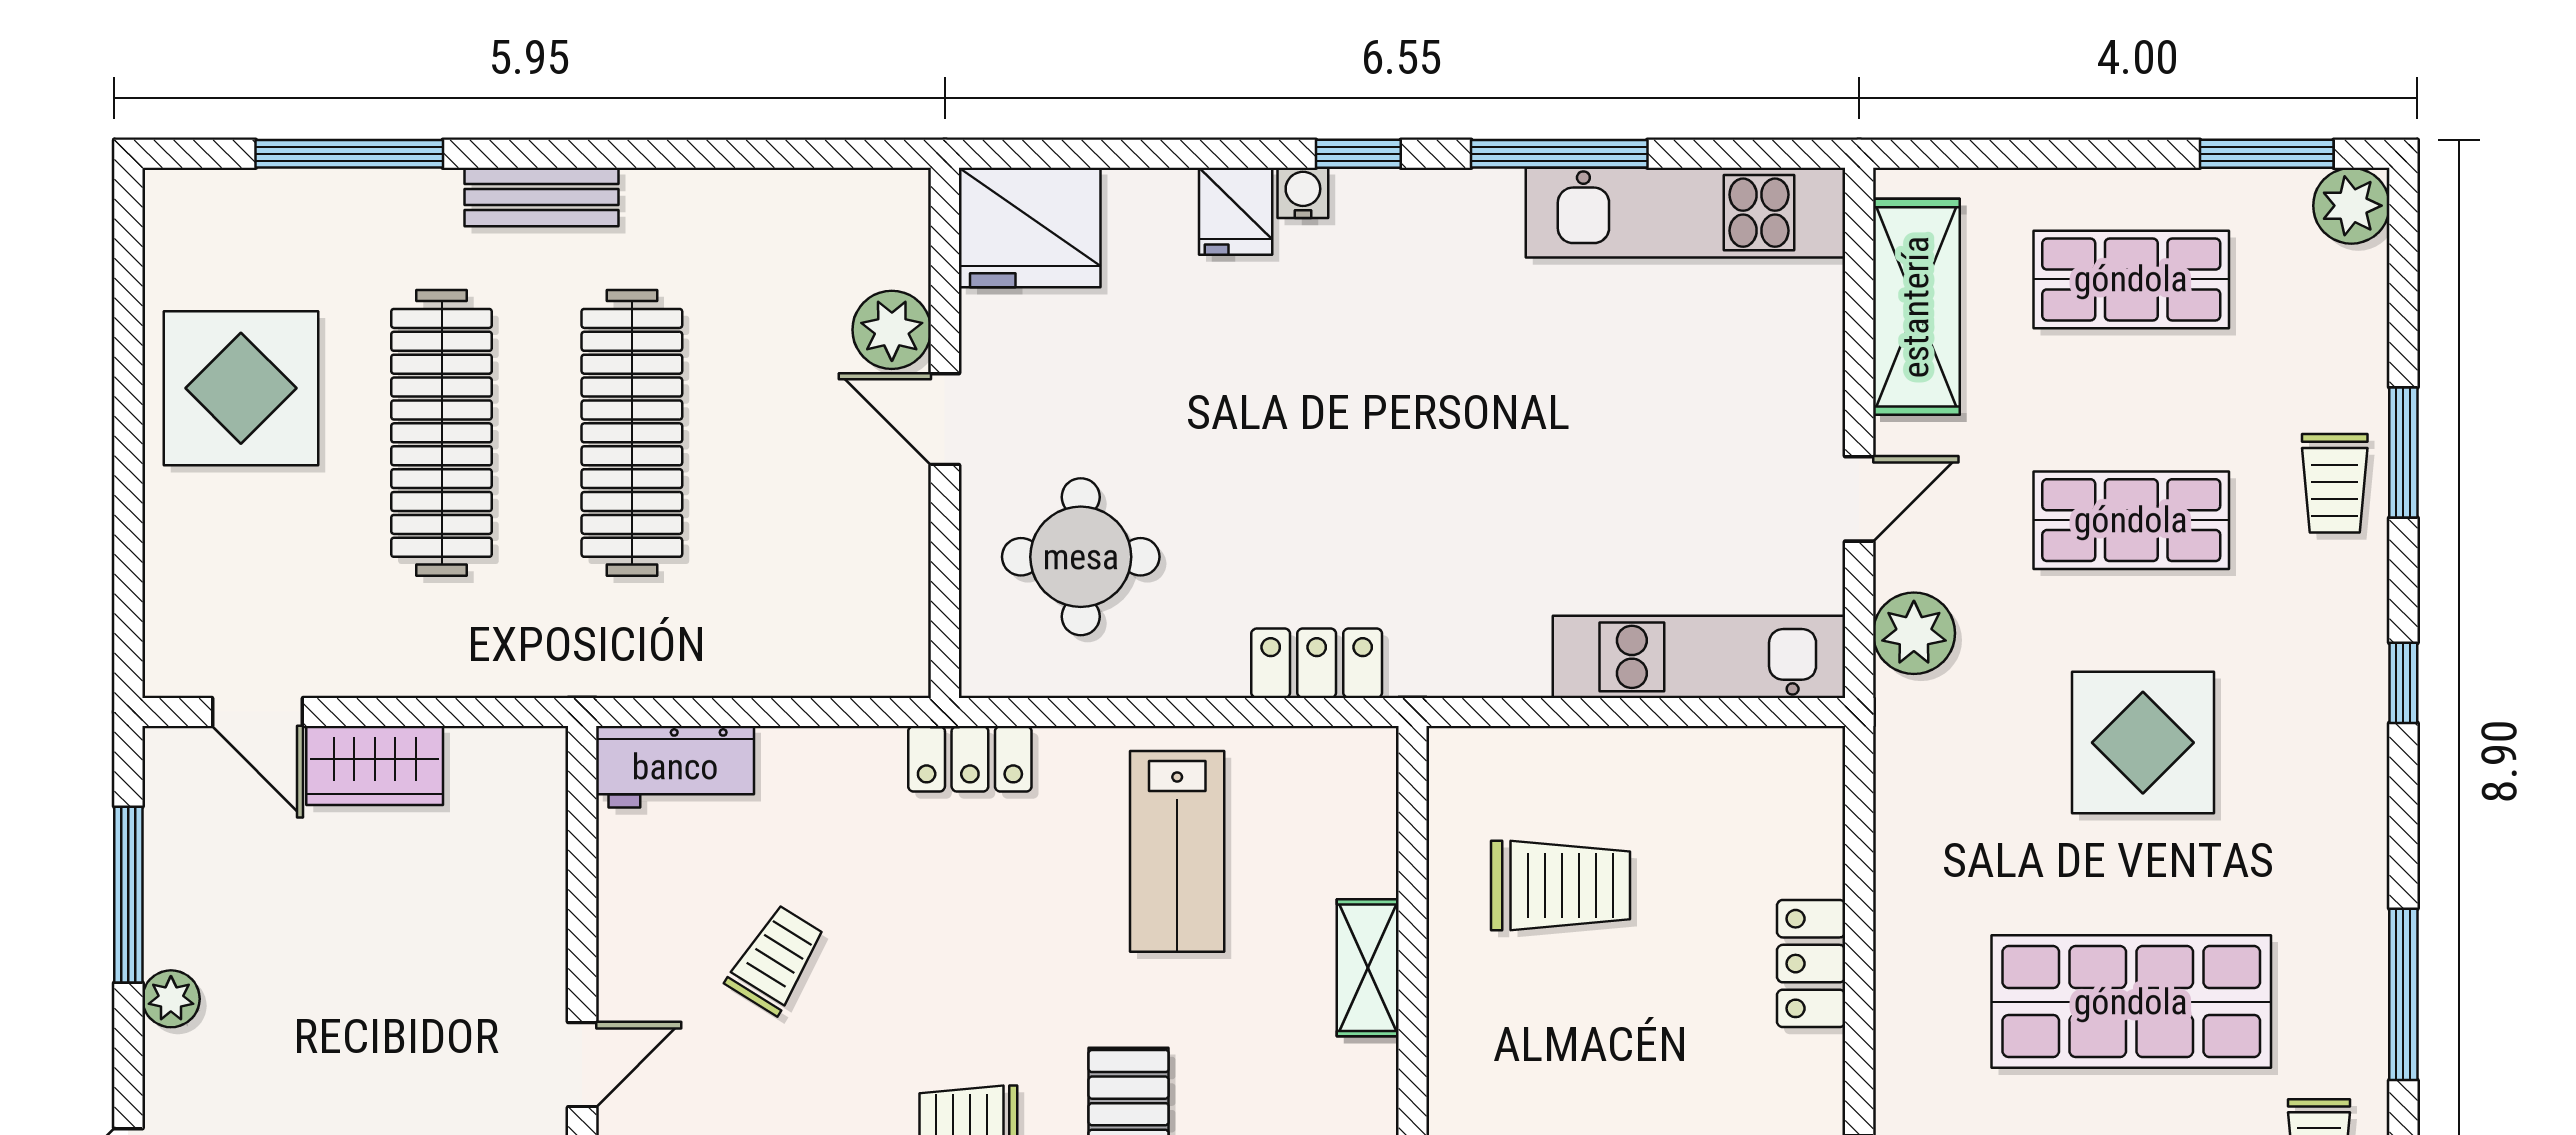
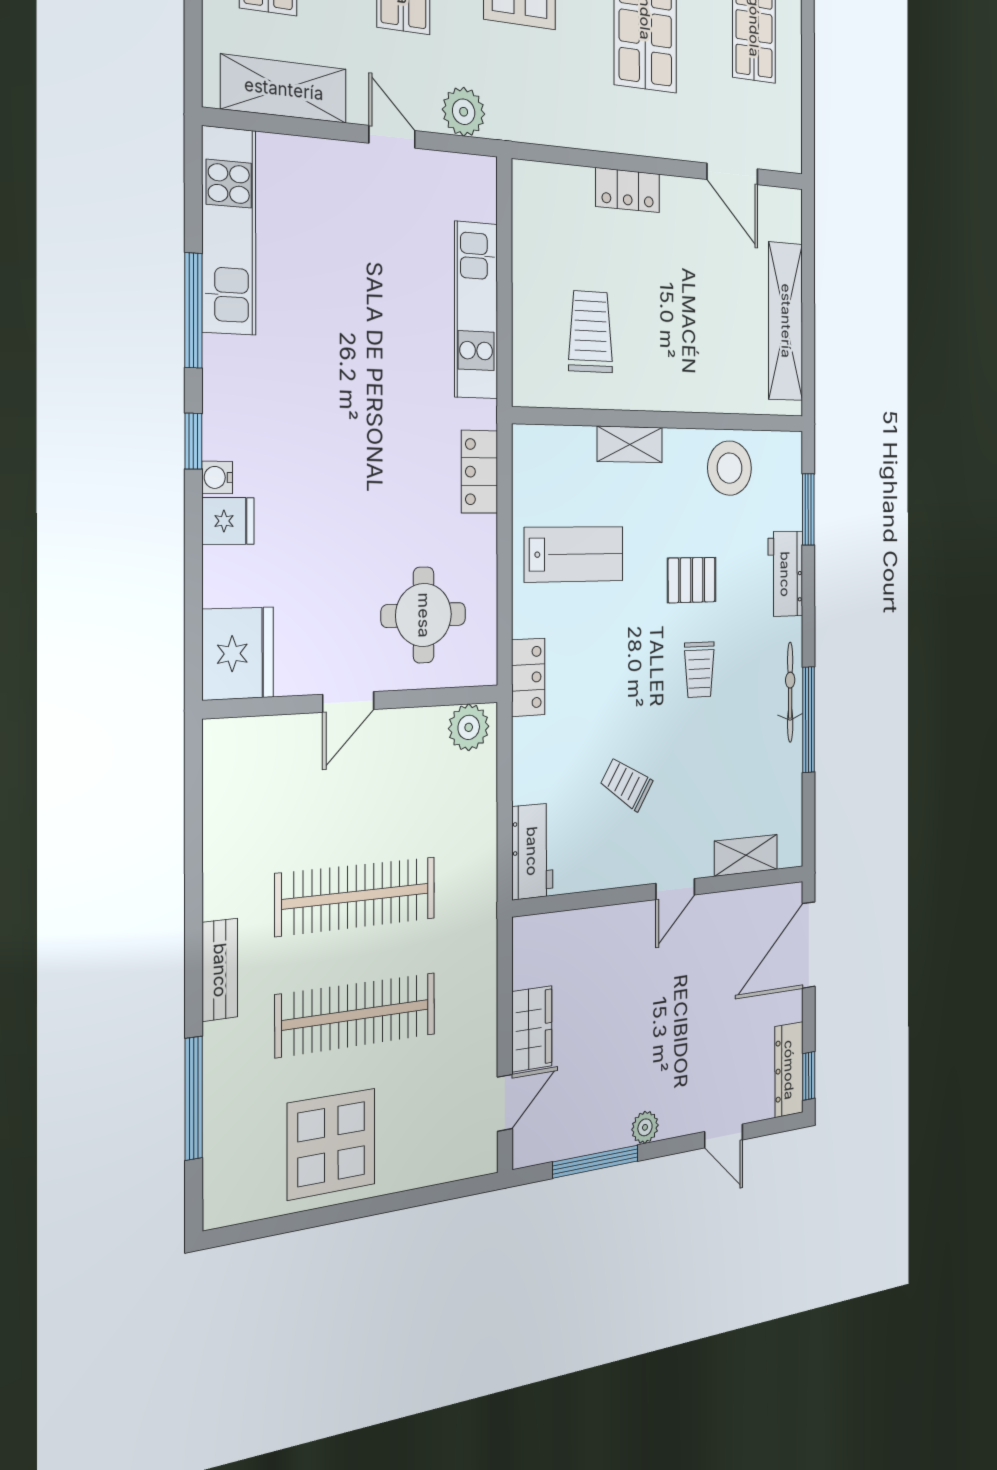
plant: (892, 330) -> (469, 727), moved
kitchen unit: (1699, 657) -> (476, 310), moved
door: (582, 1065) -> (675, 889), swing flipped

